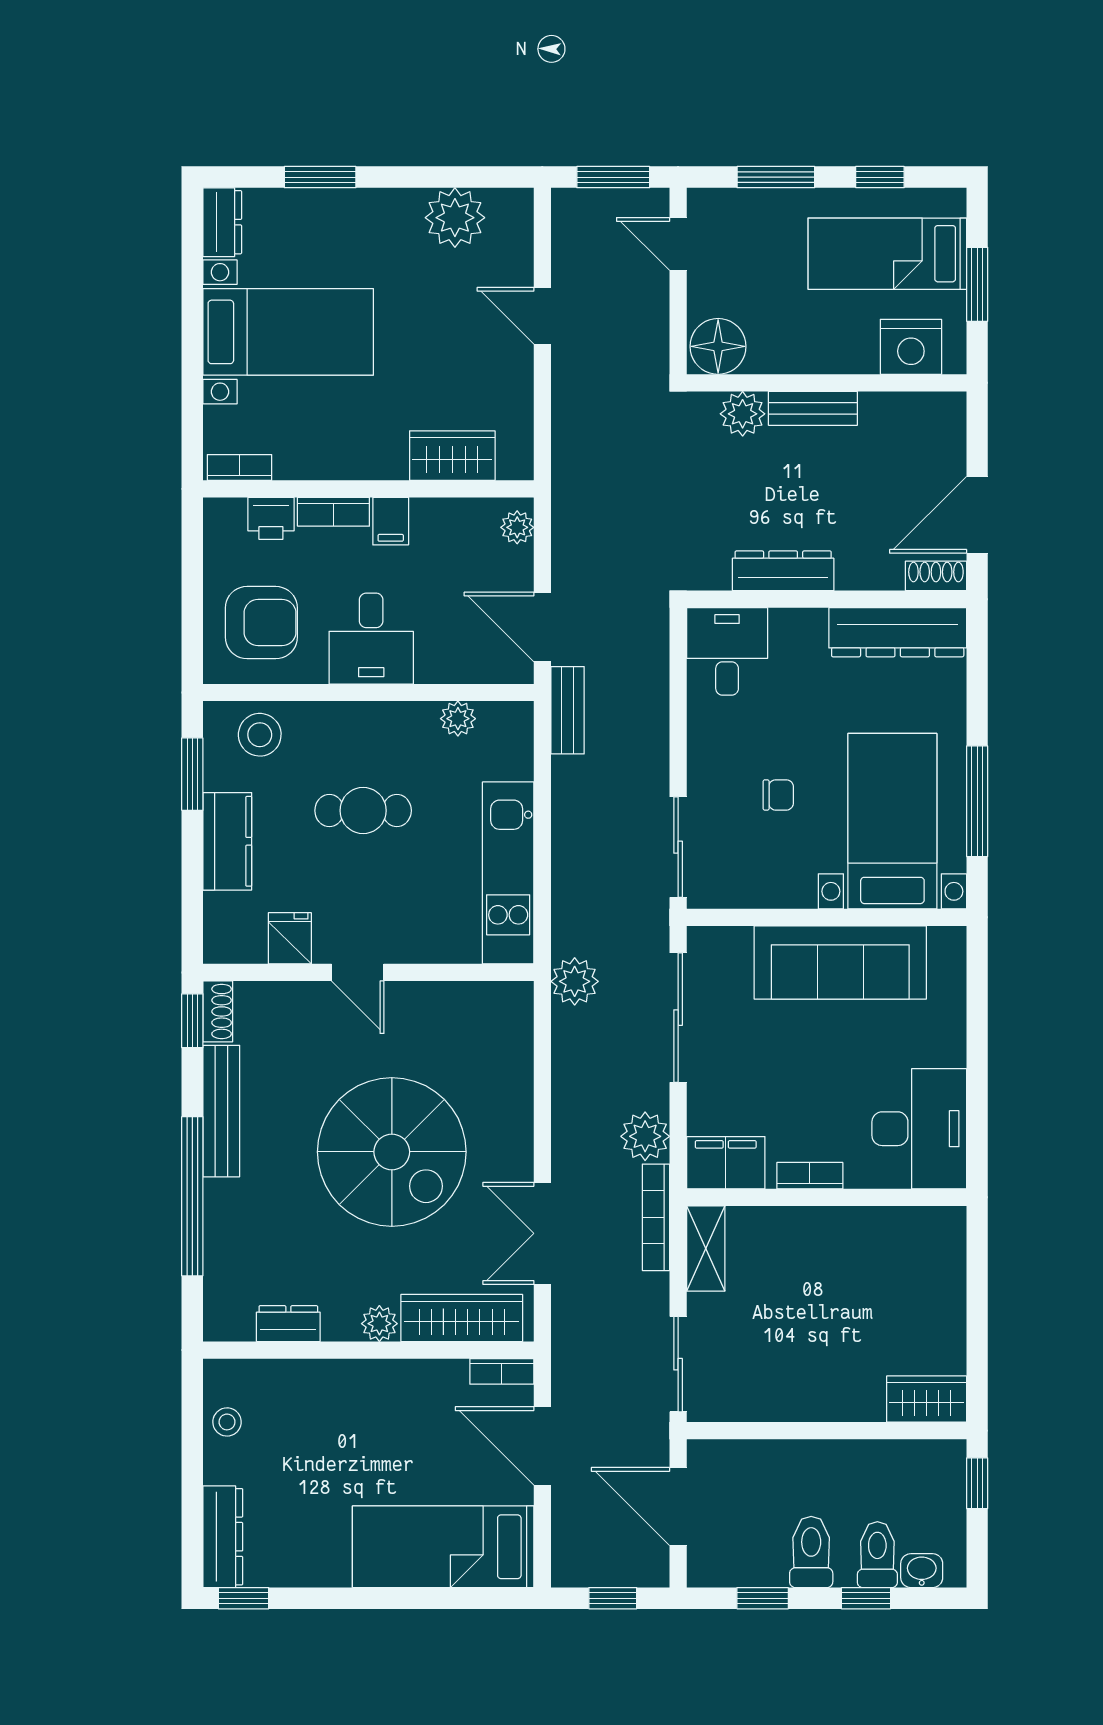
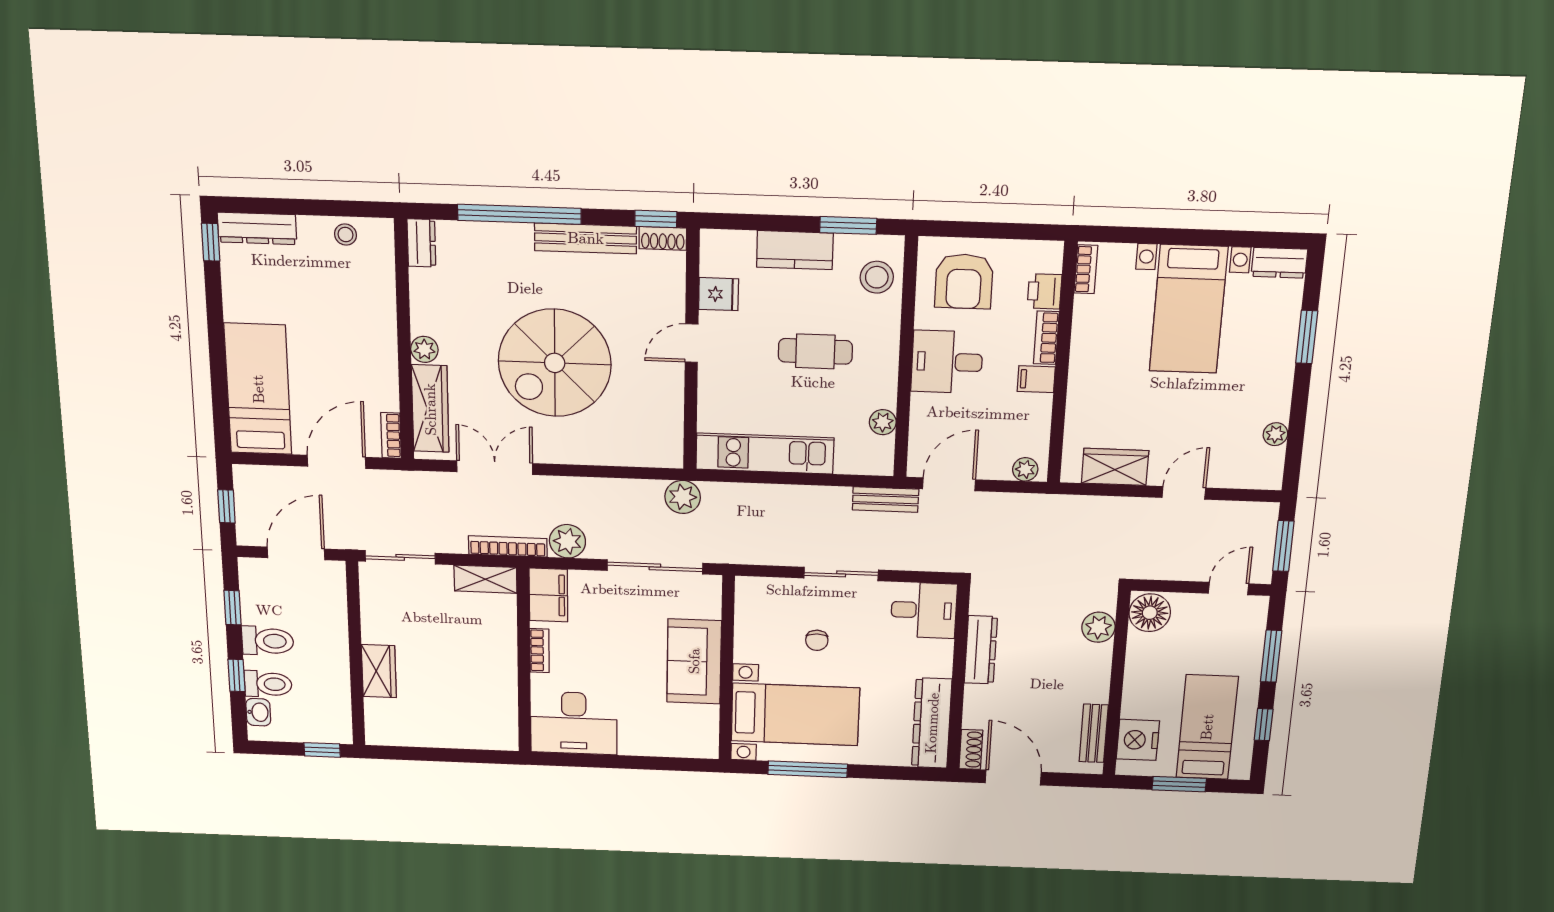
plant: (455, 218) -> (1275, 434), width x0.53, depth x0.53
bench: (813, 408) -> (1094, 733), moved
wardrobe: (452, 456) -> (1115, 467), moved, turned -90
cafe table: (363, 811) -> (815, 351), turned 90
sliding door: (678, 847) -> (841, 574), moved
sofa: (840, 962) -> (694, 661), width x0.73
dresser: (288, 1324) -> (421, 243), moved
wardrobe: (927, 1399) -> (379, 671), moved

